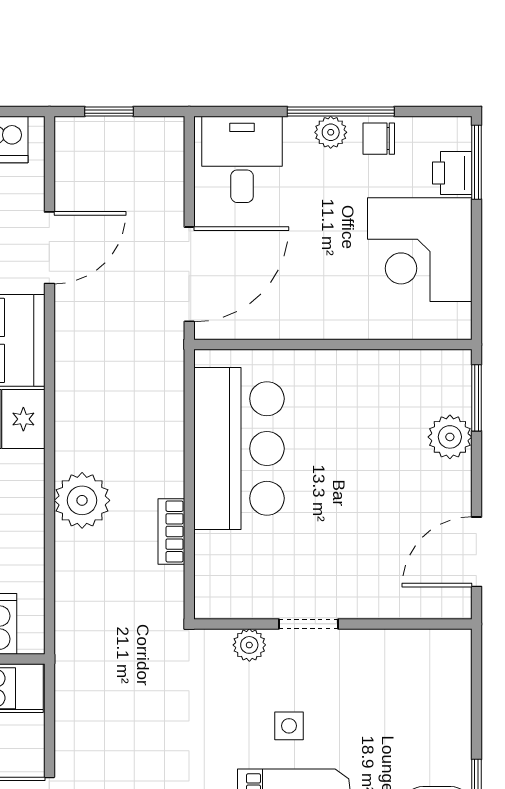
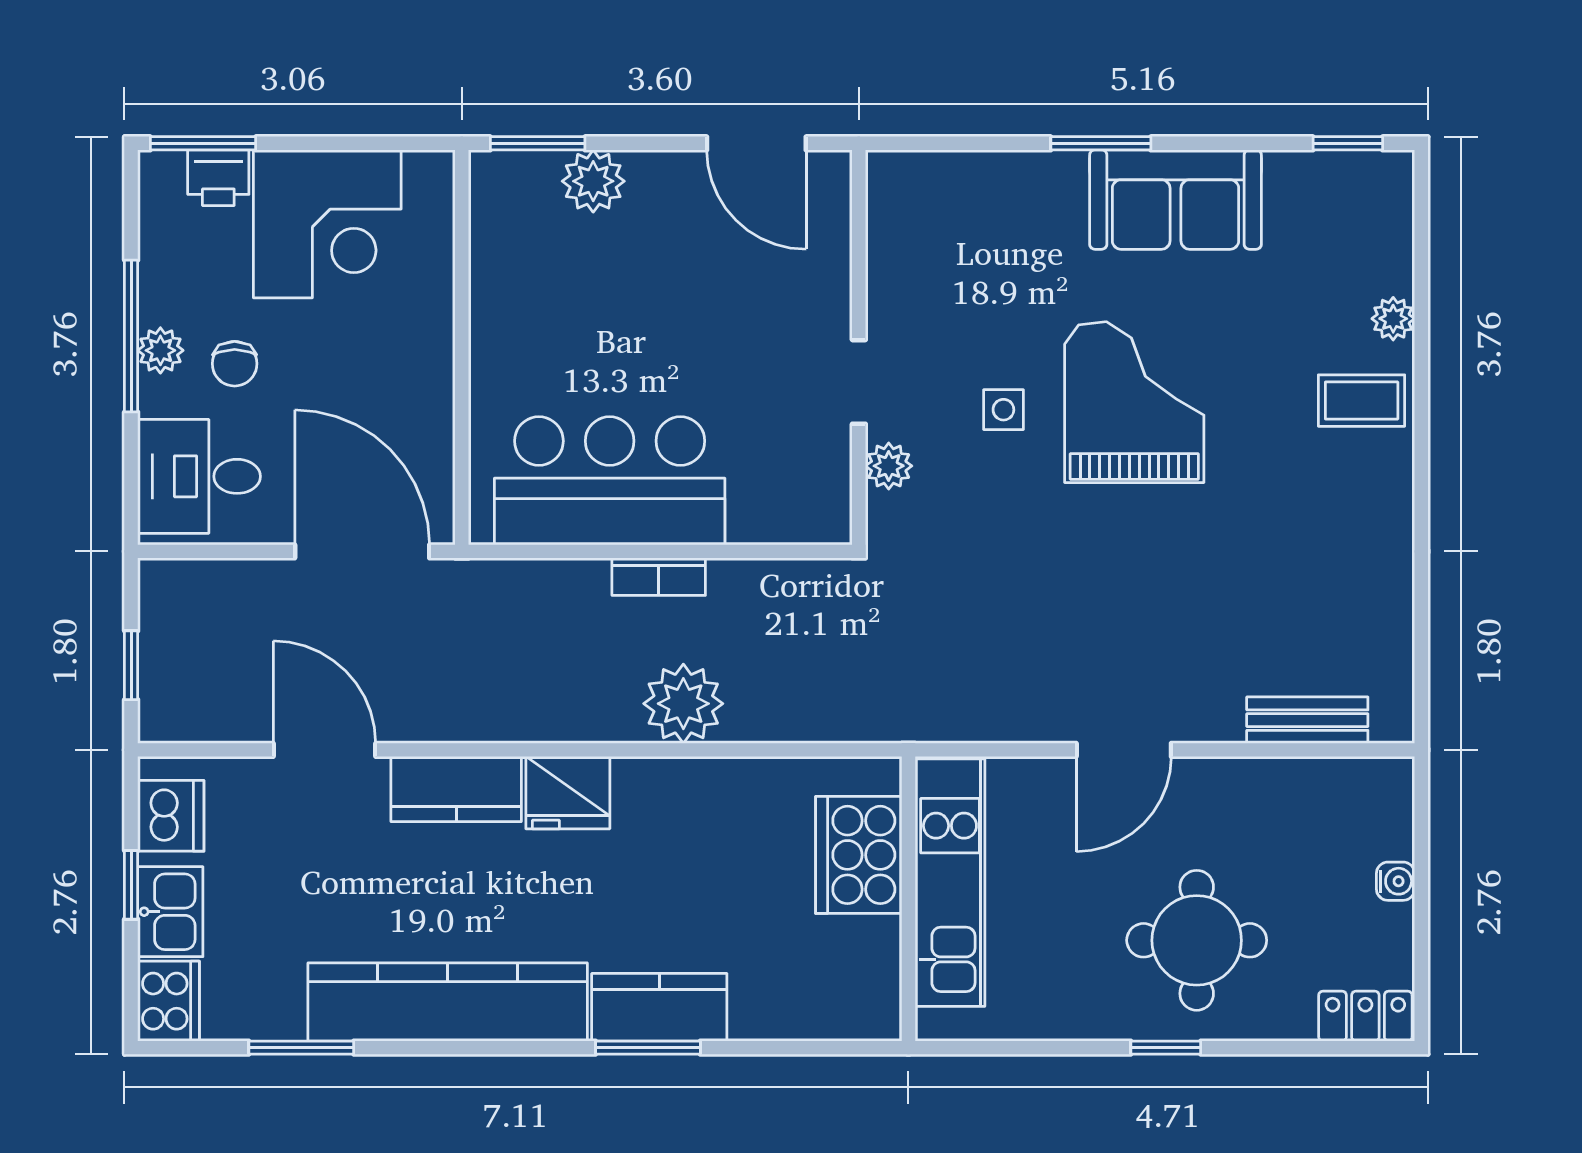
chair: (379, 139) -> (235, 364), moved
bookcase: (171, 531) -> (659, 577), moved

